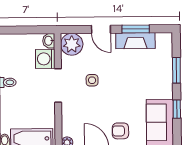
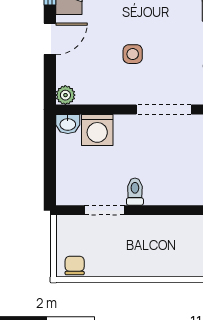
plant: (72, 44) -> (65, 95), width x0.53, depth x0.53
doorway: (58, 85) -> (164, 109), moved

